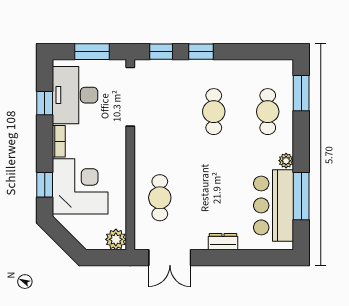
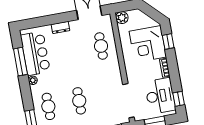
window: (45, 103) -> (179, 99), moved

